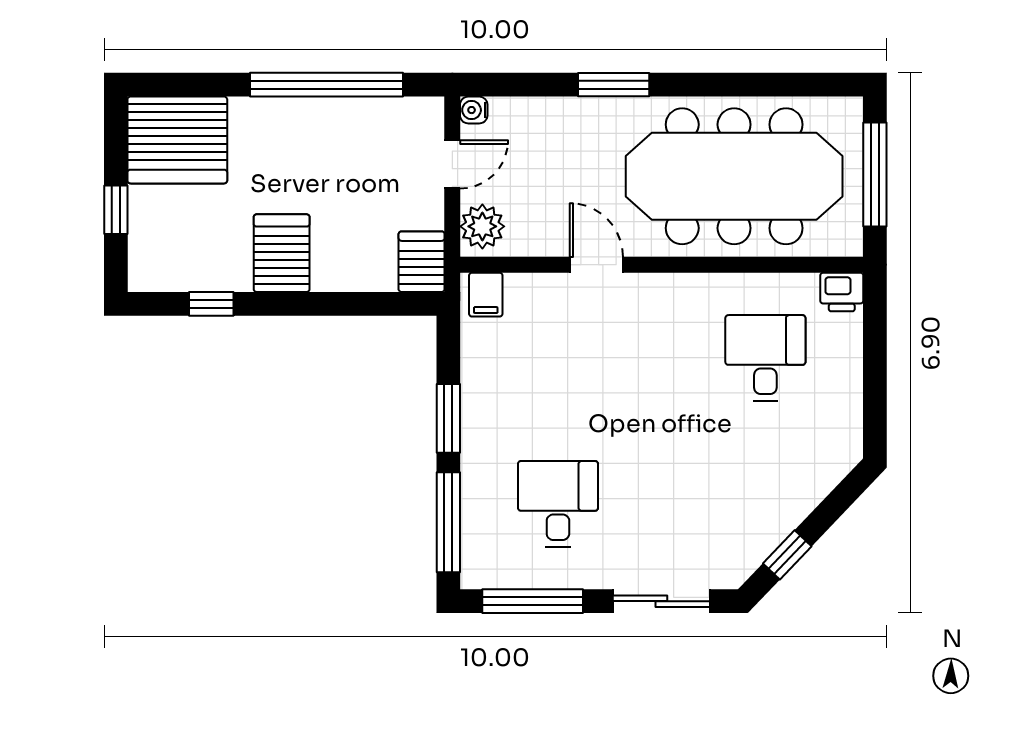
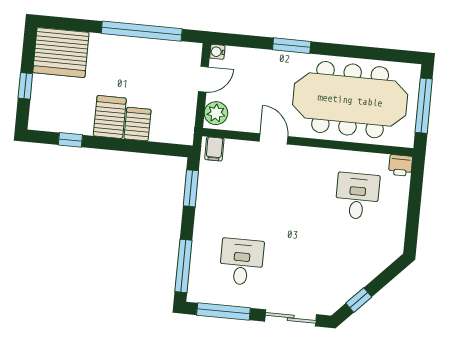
server rack: (422, 262) -> (137, 124), moved
window: (448, 418) -> (191, 188), moved

